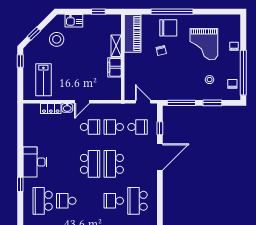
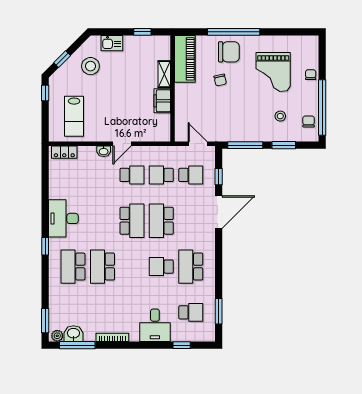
locker: (51, 109) -> (64, 152), moved
school desk: (66, 201) -> (102, 267), width x1.85

